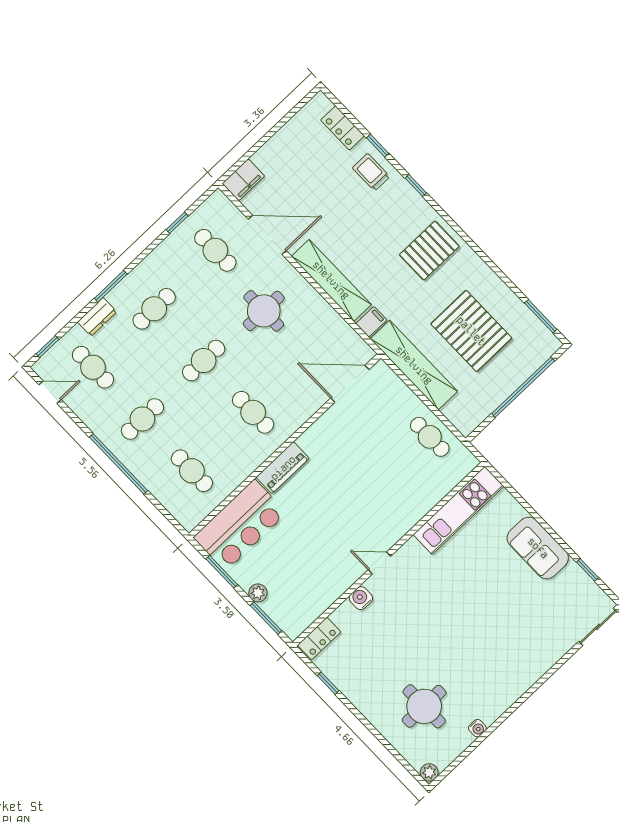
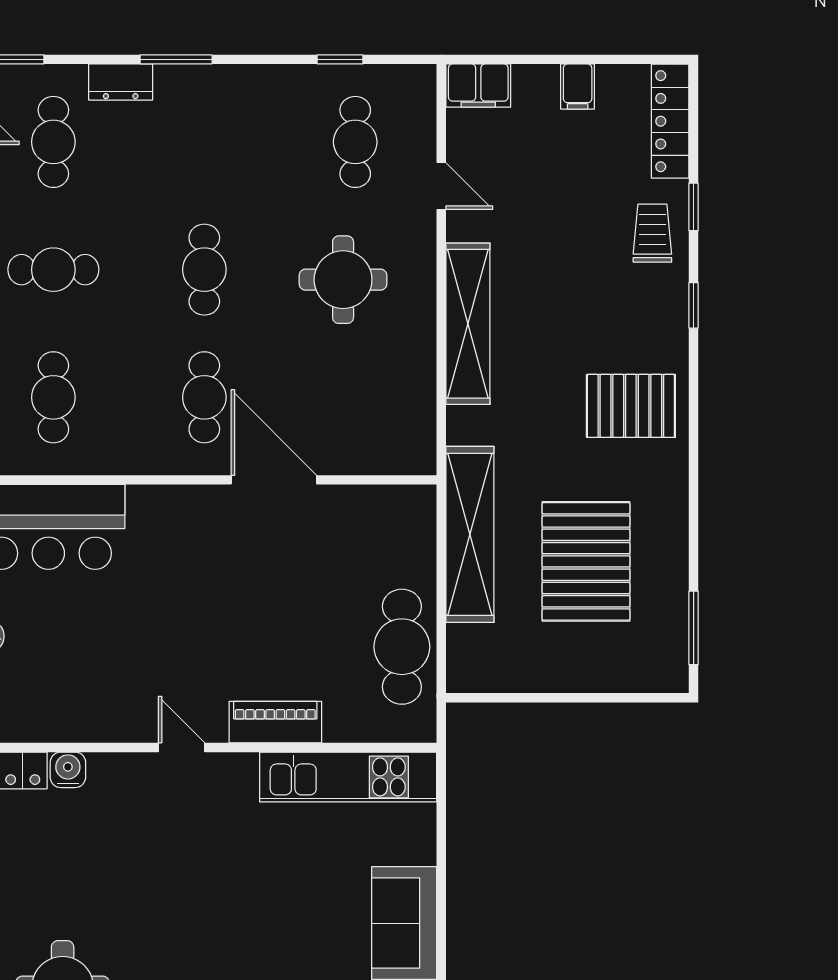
locker: (343, 128) -> (670, 121), width x1.53
door: (267, 235) -> (441, 186), width x0.53
cafe table: (154, 309) -> (204, 142), removed
filing cabinet: (371, 322) -> (578, 87), moved, turned 90
cafe table: (204, 361) -> (204, 270), turned 90
door: (350, 384) -> (274, 480), moved
window: (523, 387) -> (583, 698), removed
cafe table: (430, 437) -> (402, 647), width x1.37, depth x1.35
piano: (283, 468) -> (275, 722), moved, turned 180
water cooler: (361, 598) -> (68, 770), moved

